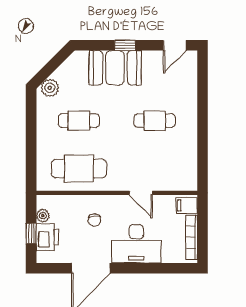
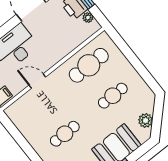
plant: (50, 88) -> (145, 120), moved
chair: (94, 220) -> (53, 41), removed

